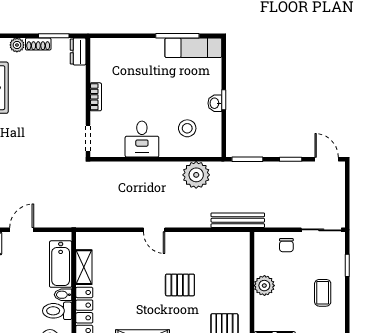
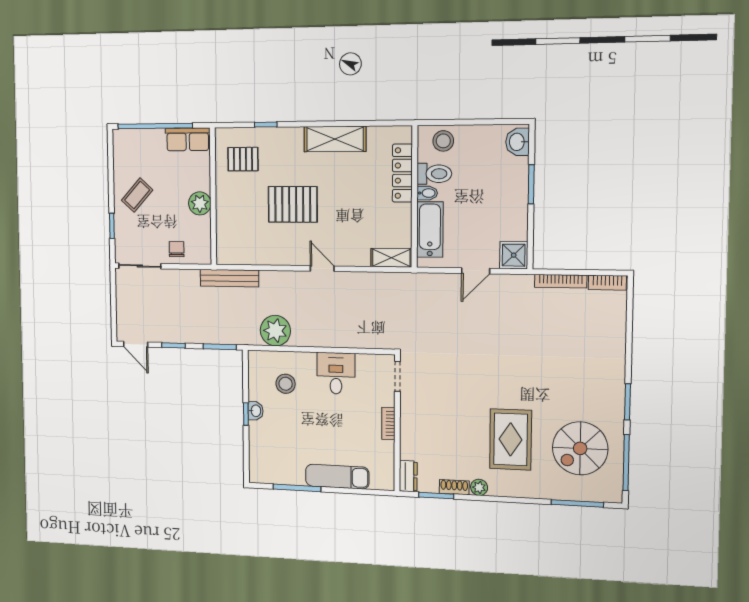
exam couch: (193, 48) -> (337, 477), moved
shelving: (84, 267) -> (391, 258), moved, turned 90
pallet: (180, 285) -> (293, 204), width x1.50, depth x1.42
coffee table: (323, 293) -> (137, 195), turned 42

